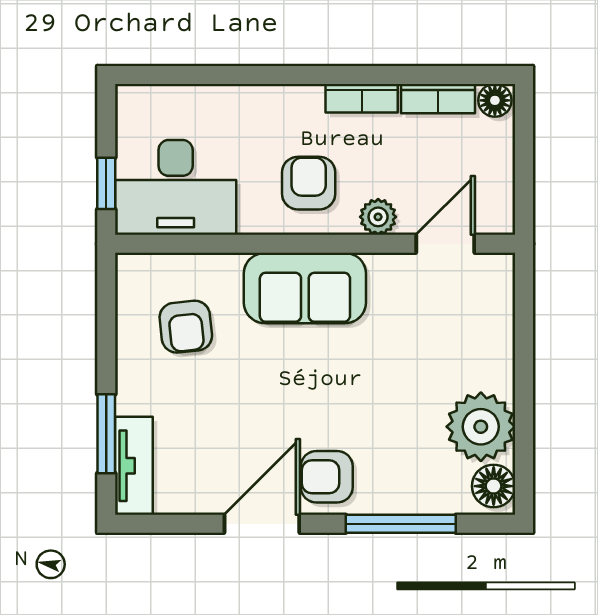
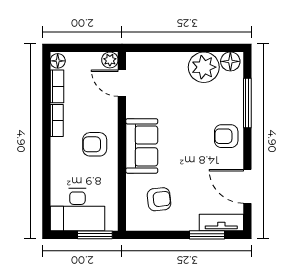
window: (106, 183) -> (95, 235), width x1.50
desk: (176, 187) -> (77, 210), moved, turned 90
plant: (378, 217) -> (110, 60), moved
armchair: (327, 477) -> (226, 136), turned 90
door: (262, 524) -> (247, 186), moved

